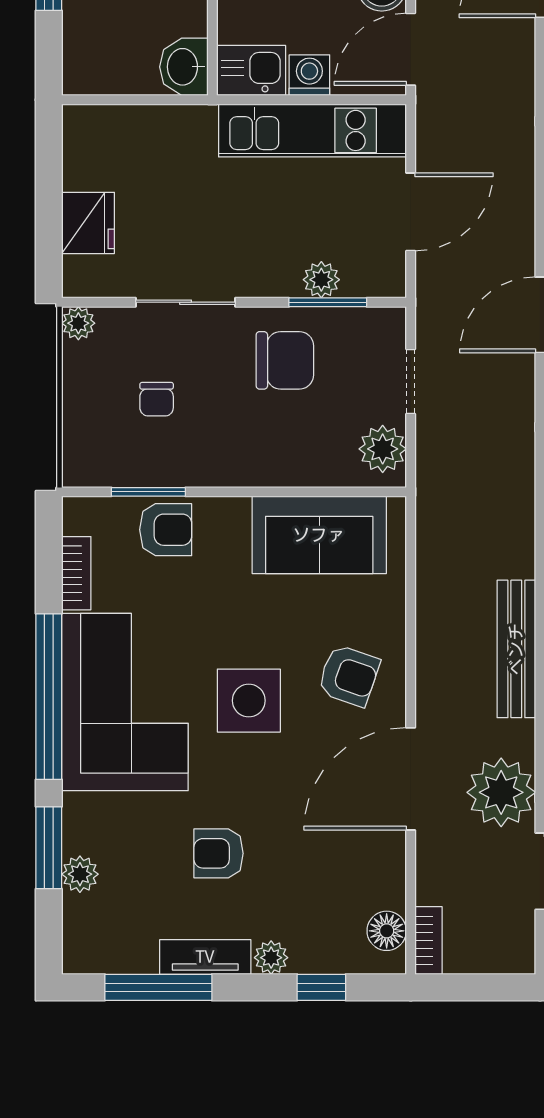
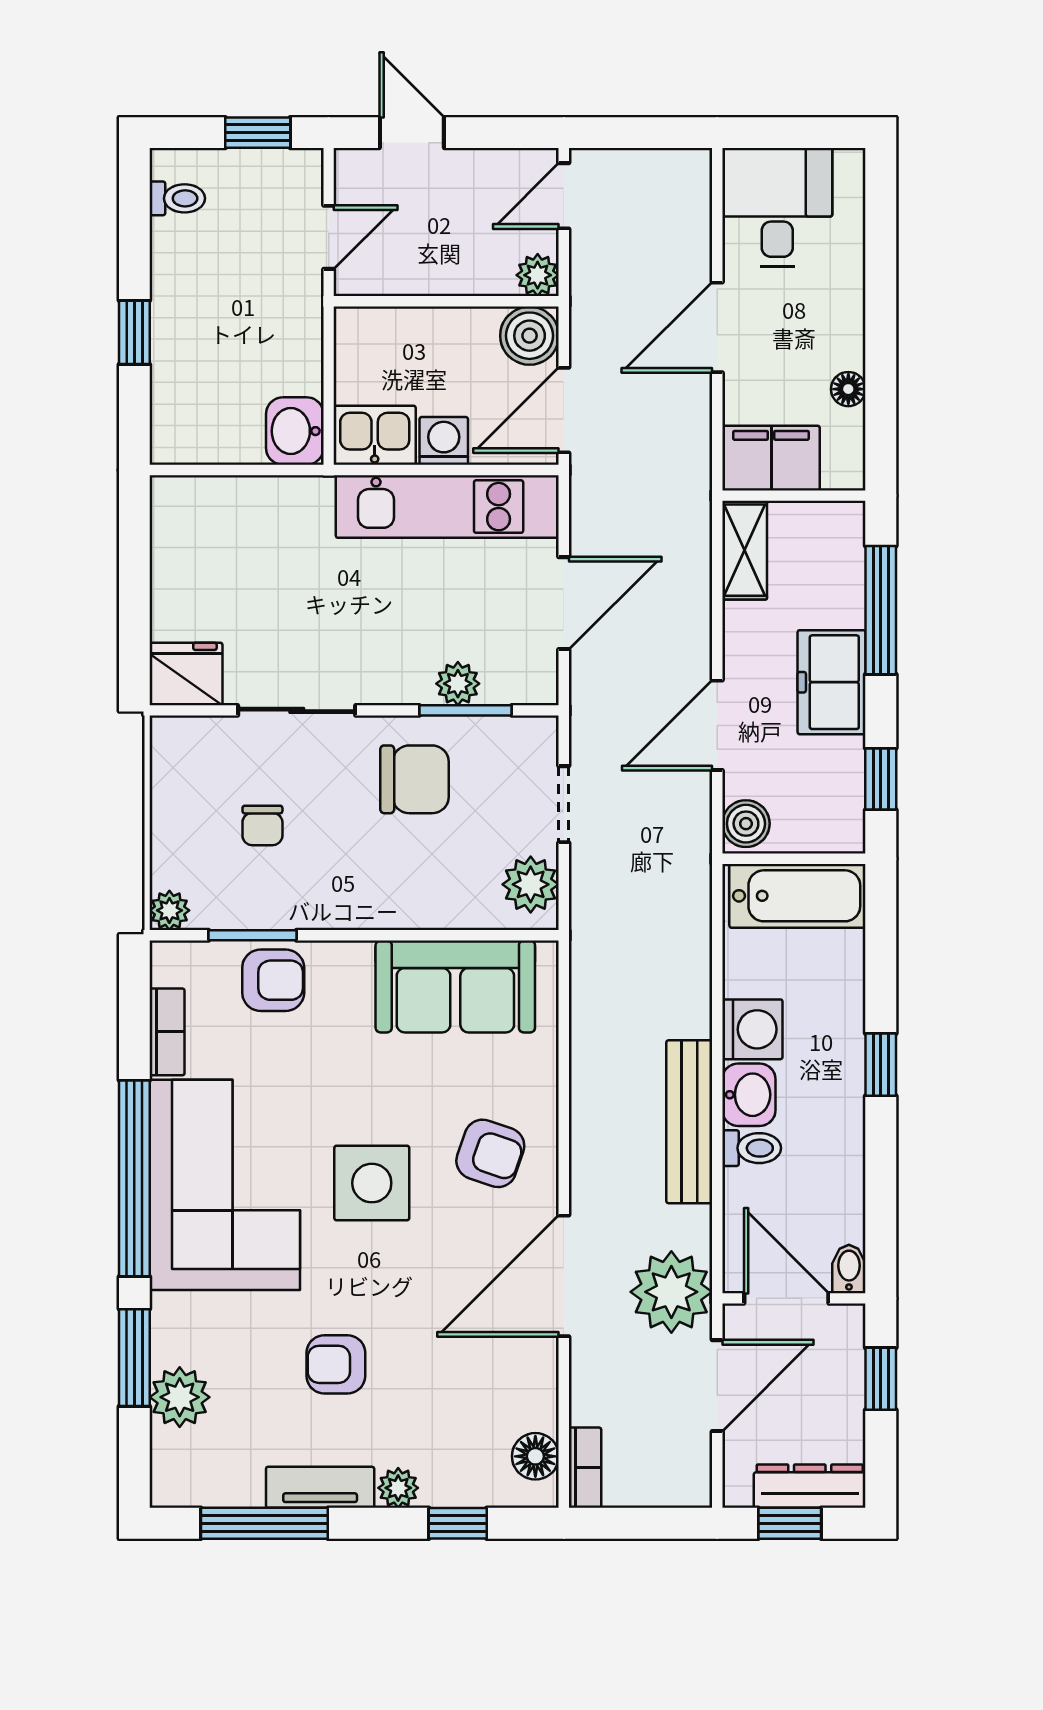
fridge: (88, 223) -> (186, 674), moved, turned -90
plant: (78, 323) -> (169, 910), moved
plant: (80, 874) -> (180, 1397), width x1.38, depth x1.38

